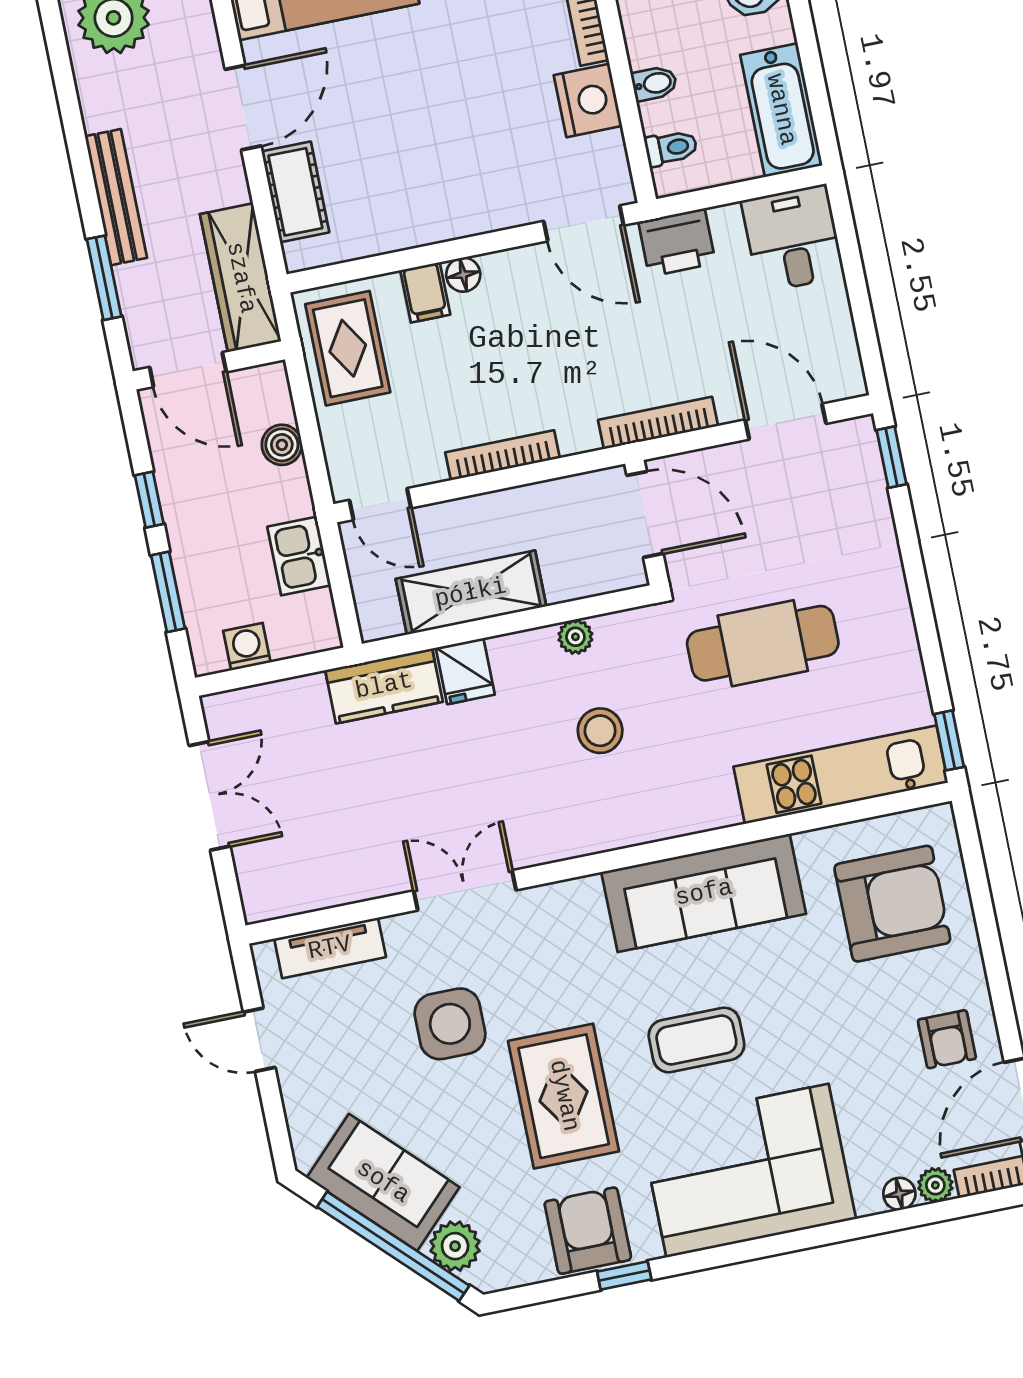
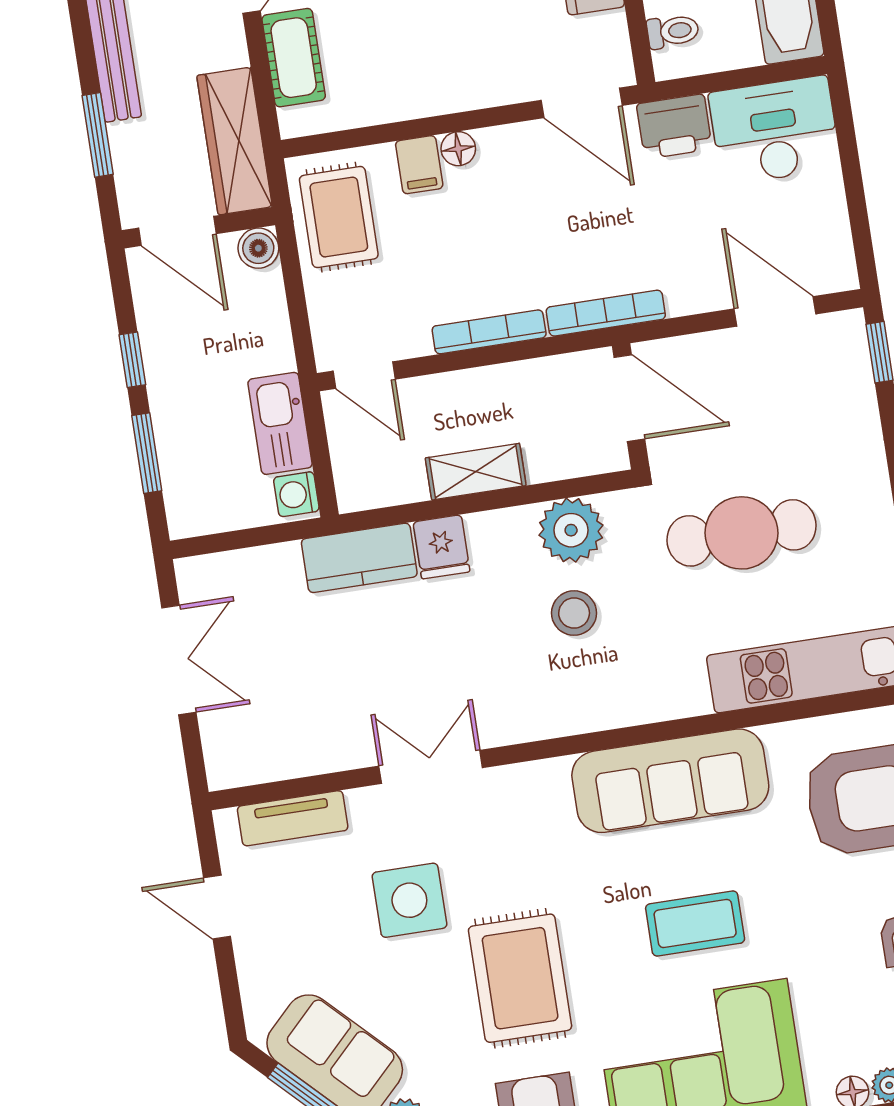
desk: (793, 239) -> (775, 130), width x1.37
bookcase: (658, 423) -> (606, 313), moved
boiler: (282, 445) -> (258, 248), moved
kitchen sink: (299, 556) -> (280, 423), width x1.38
shelving: (471, 593) -> (476, 472), width x0.67, depth x0.75
plant: (575, 637) -> (571, 530), width x1.87, depth x1.87
washing machine: (247, 647) -> (296, 494), moved, turned -90
coffee table: (696, 1040) -> (695, 924), moved

